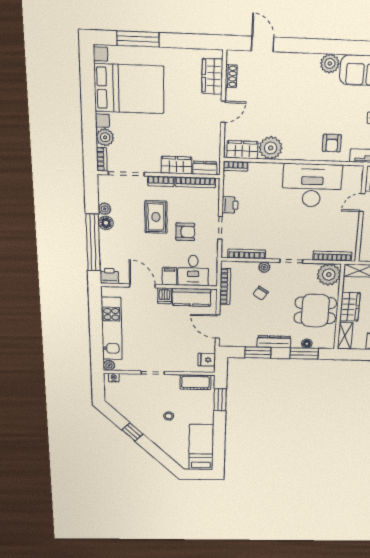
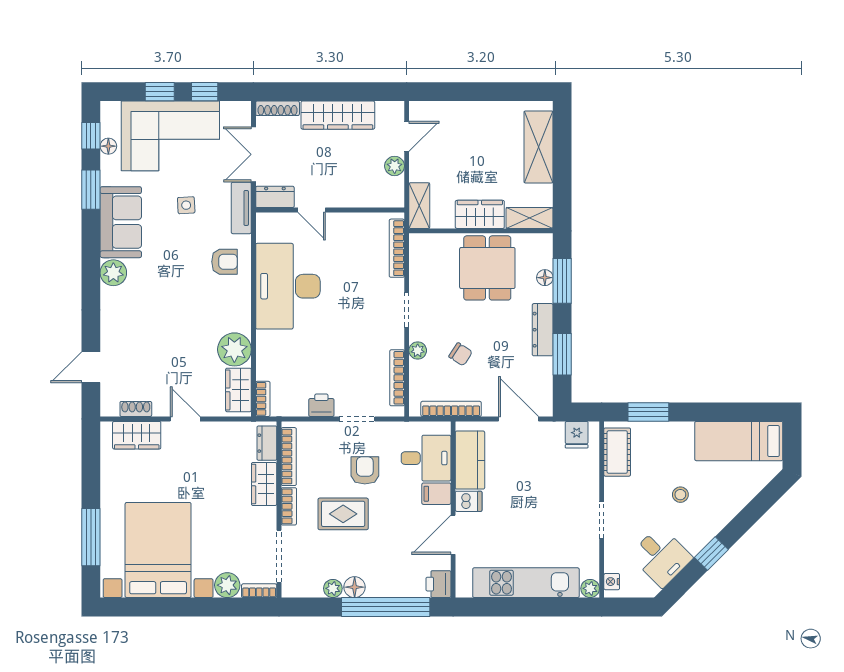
plant: (329, 275) -> (427, 251), removed
door: (218, 327) -> (519, 419), swing flipped
desk: (130, 405) -> (661, 557), added

